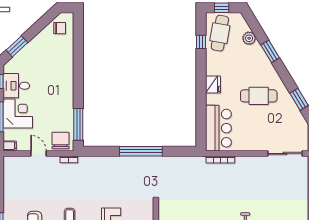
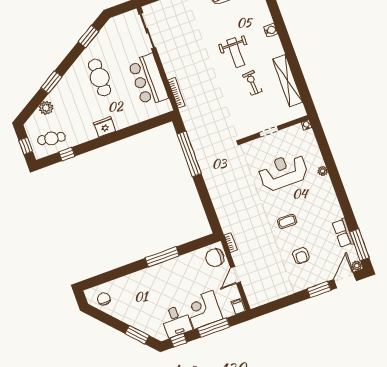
cafe table: (220, 33) -> (51, 138), width x0.73, depth x0.74
window: (78, 124) -> (162, 257), moved
bar counter: (218, 128) -> (148, 80), moved, turned -90
window: (141, 151) -> (189, 154), moved

